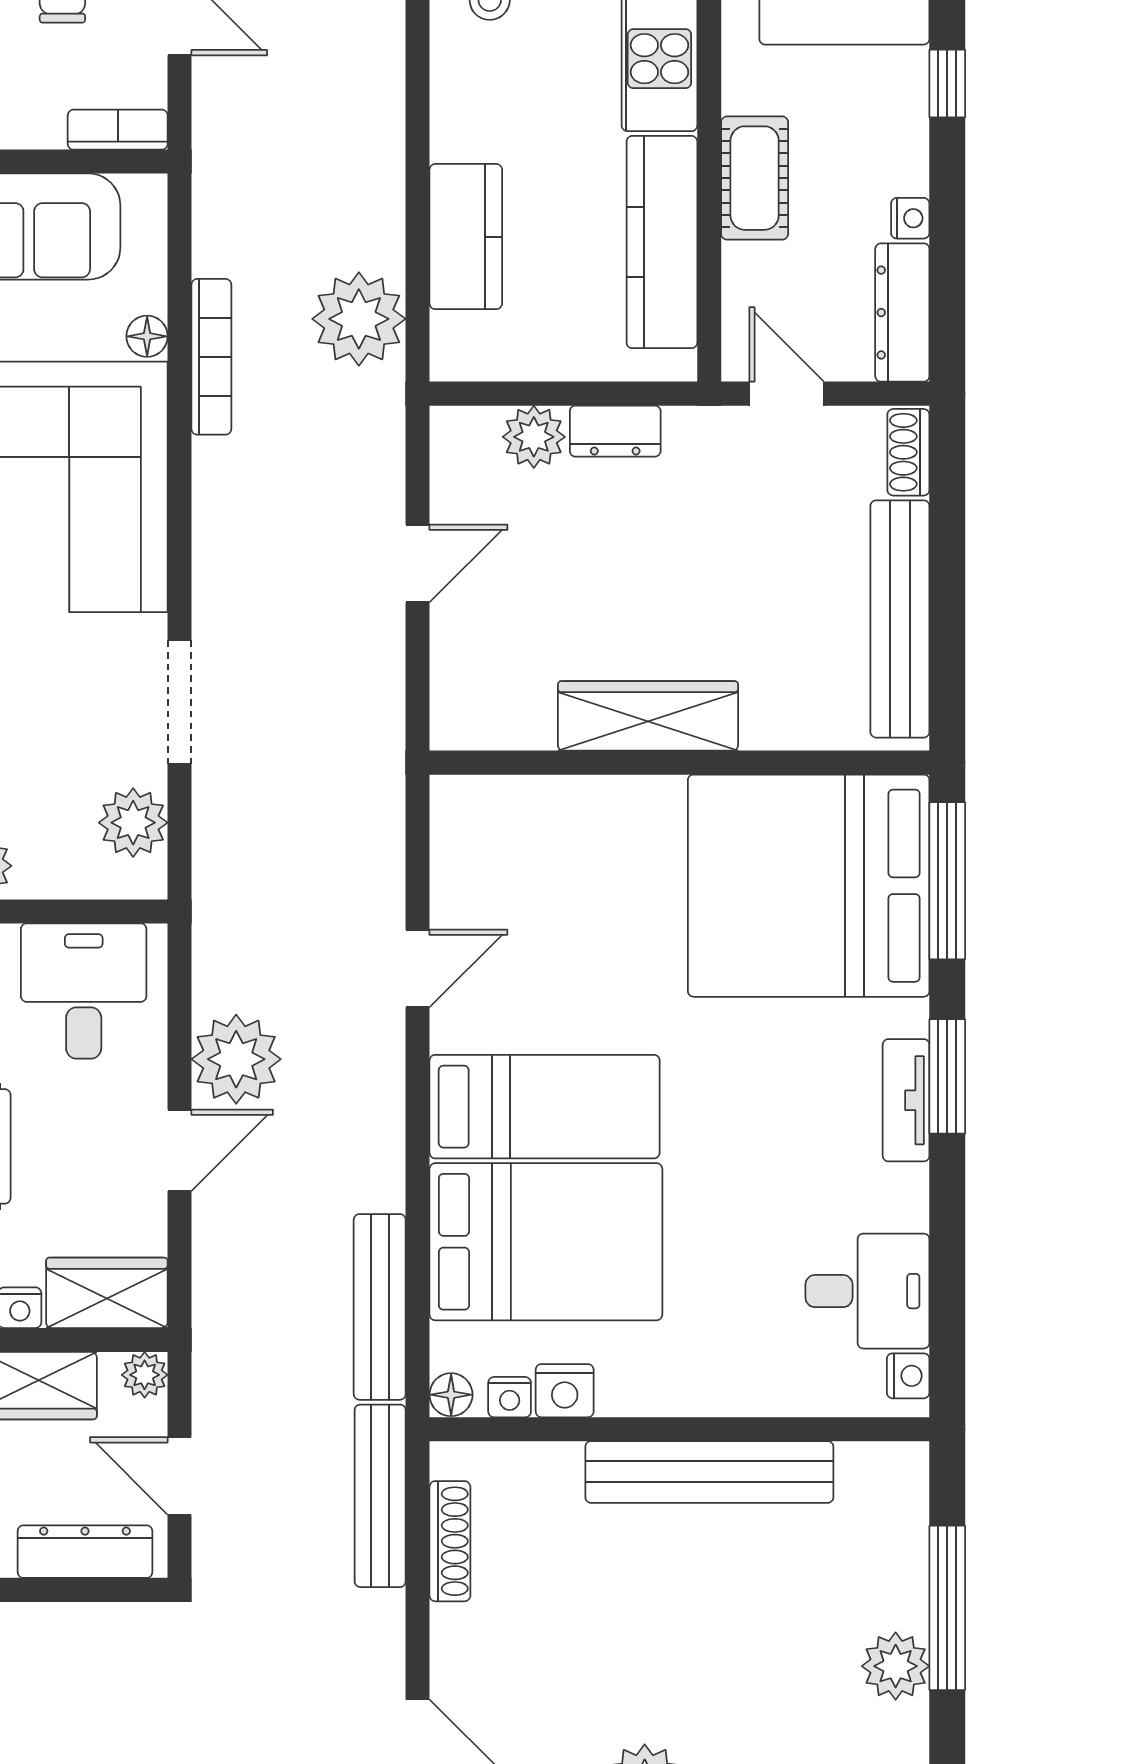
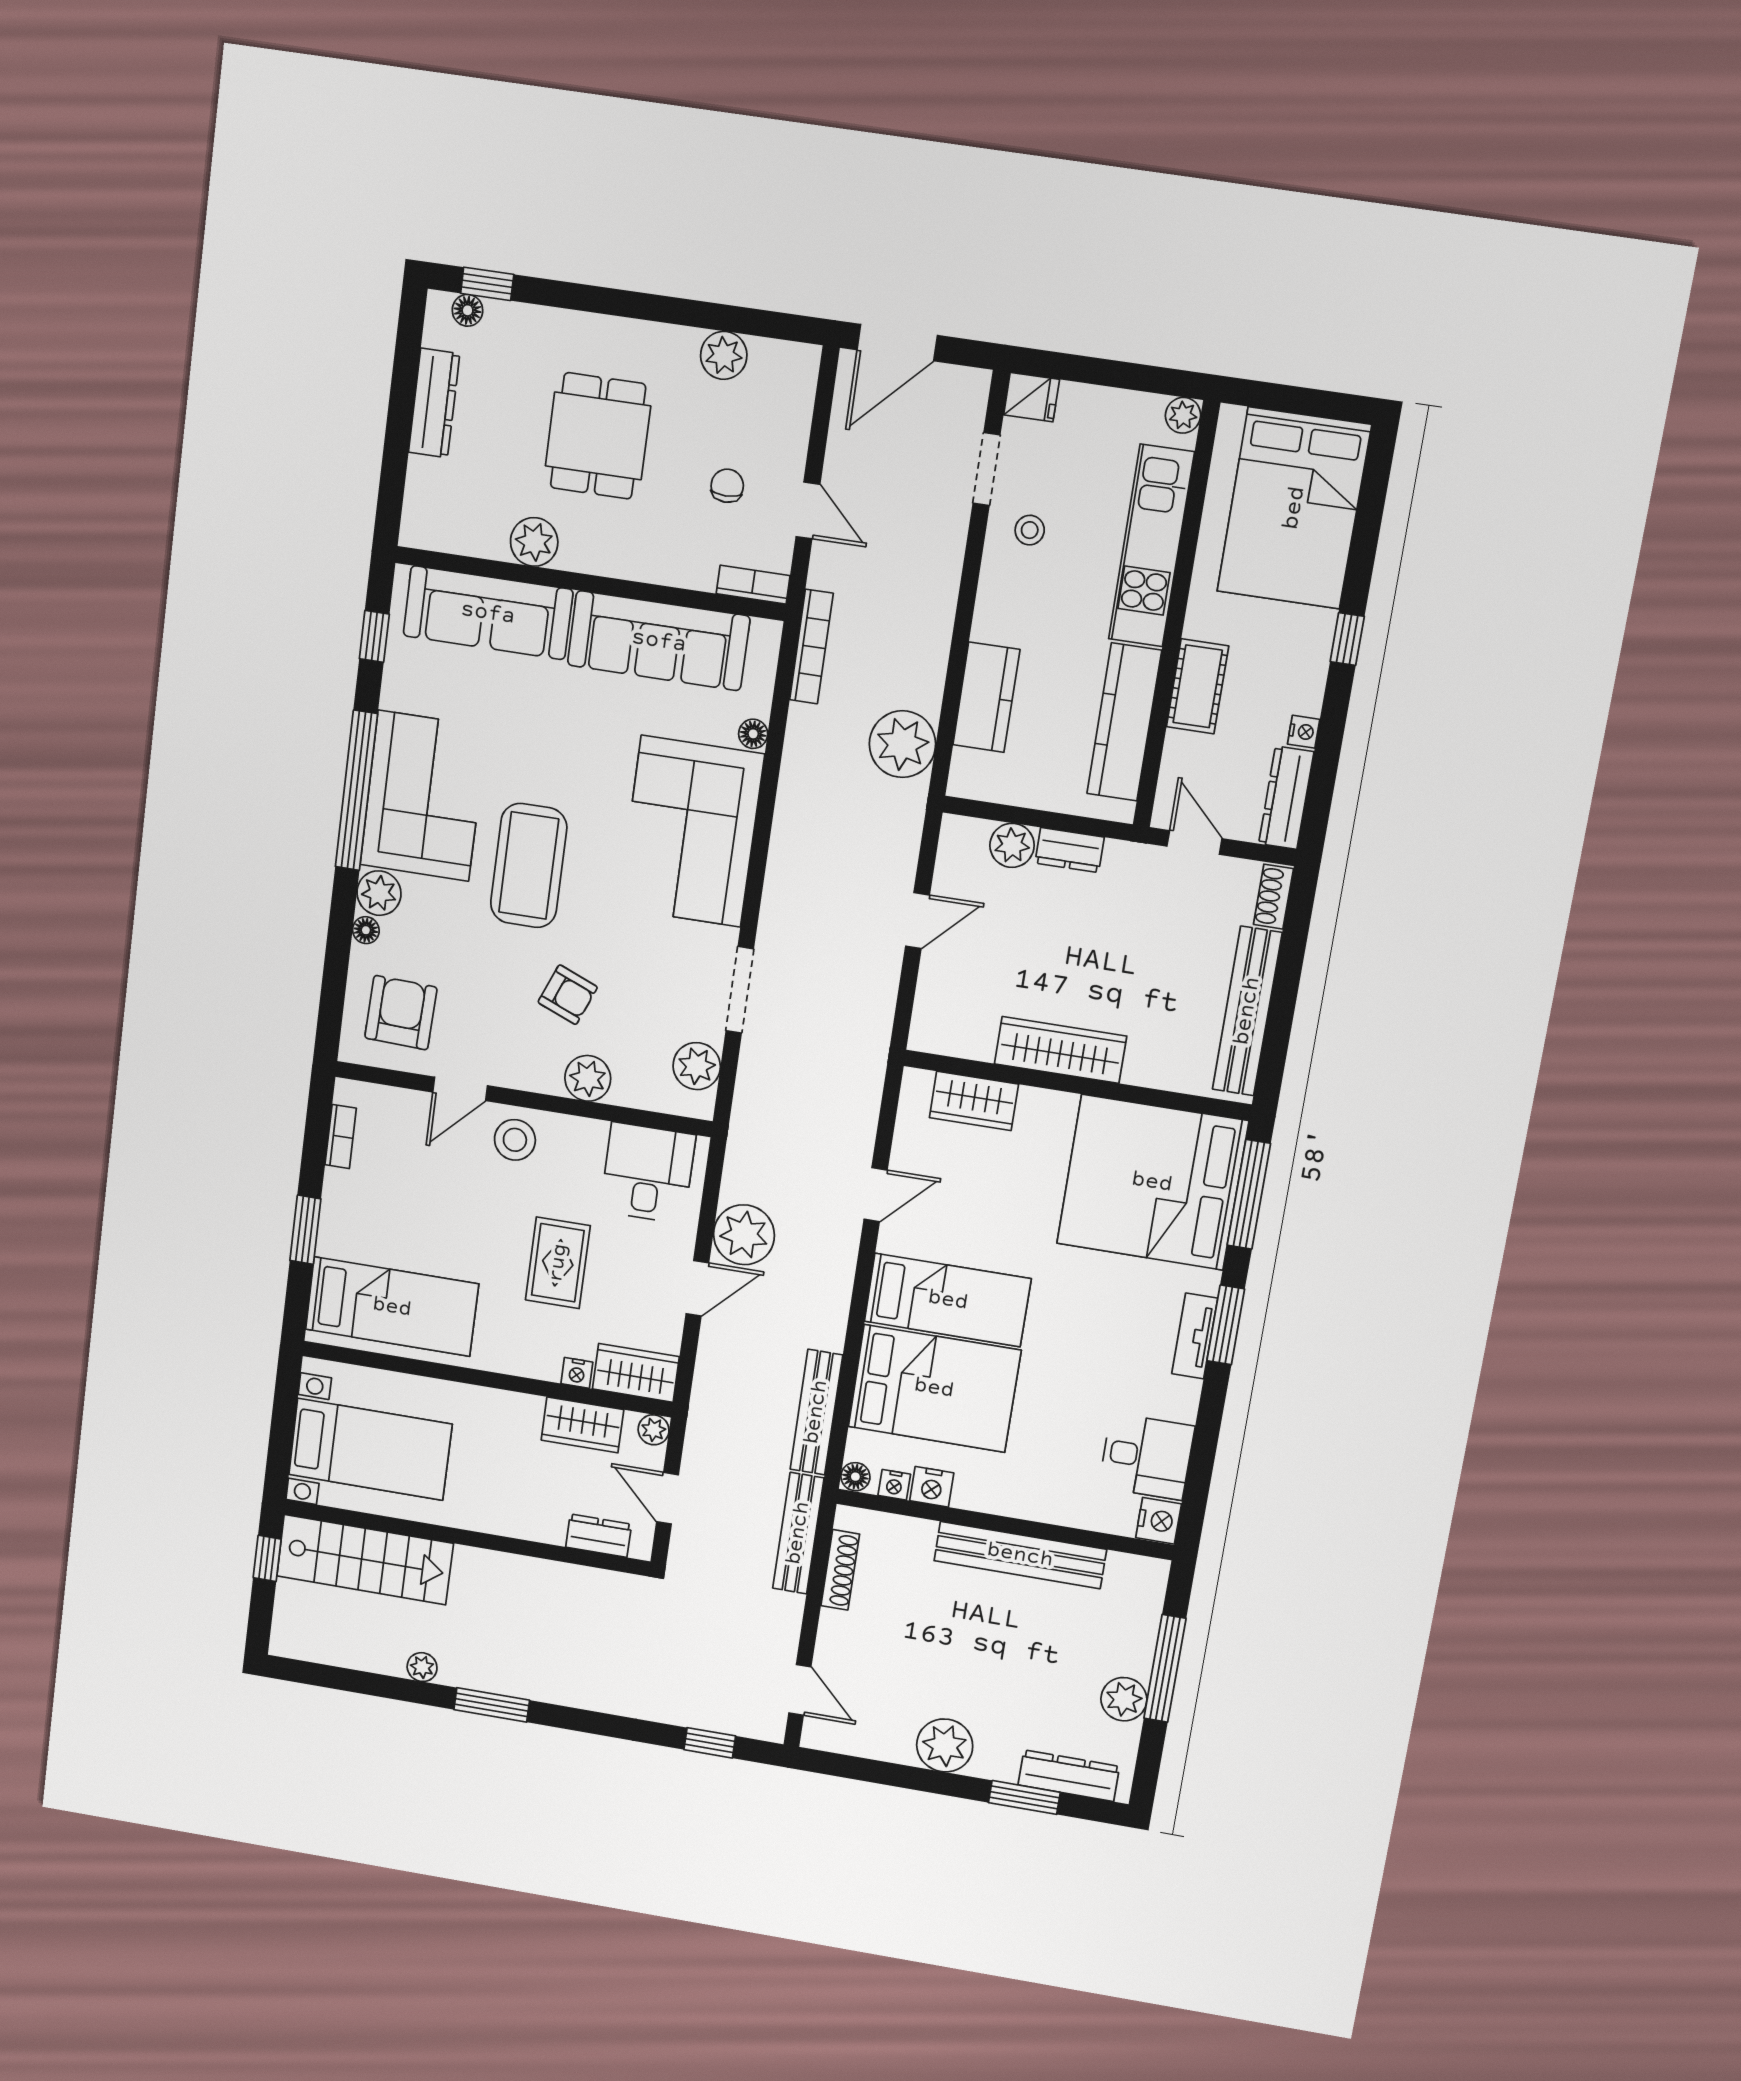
bookcase: (211, 357) -> (811, 647), moved
wardrobe: (537, 809) -> (974, 1101), added
nightstand: (908, 1376) -> (1159, 1521), width x1.39, depth x1.35
dresser: (85, 1552) -> (599, 1536), width x0.70

